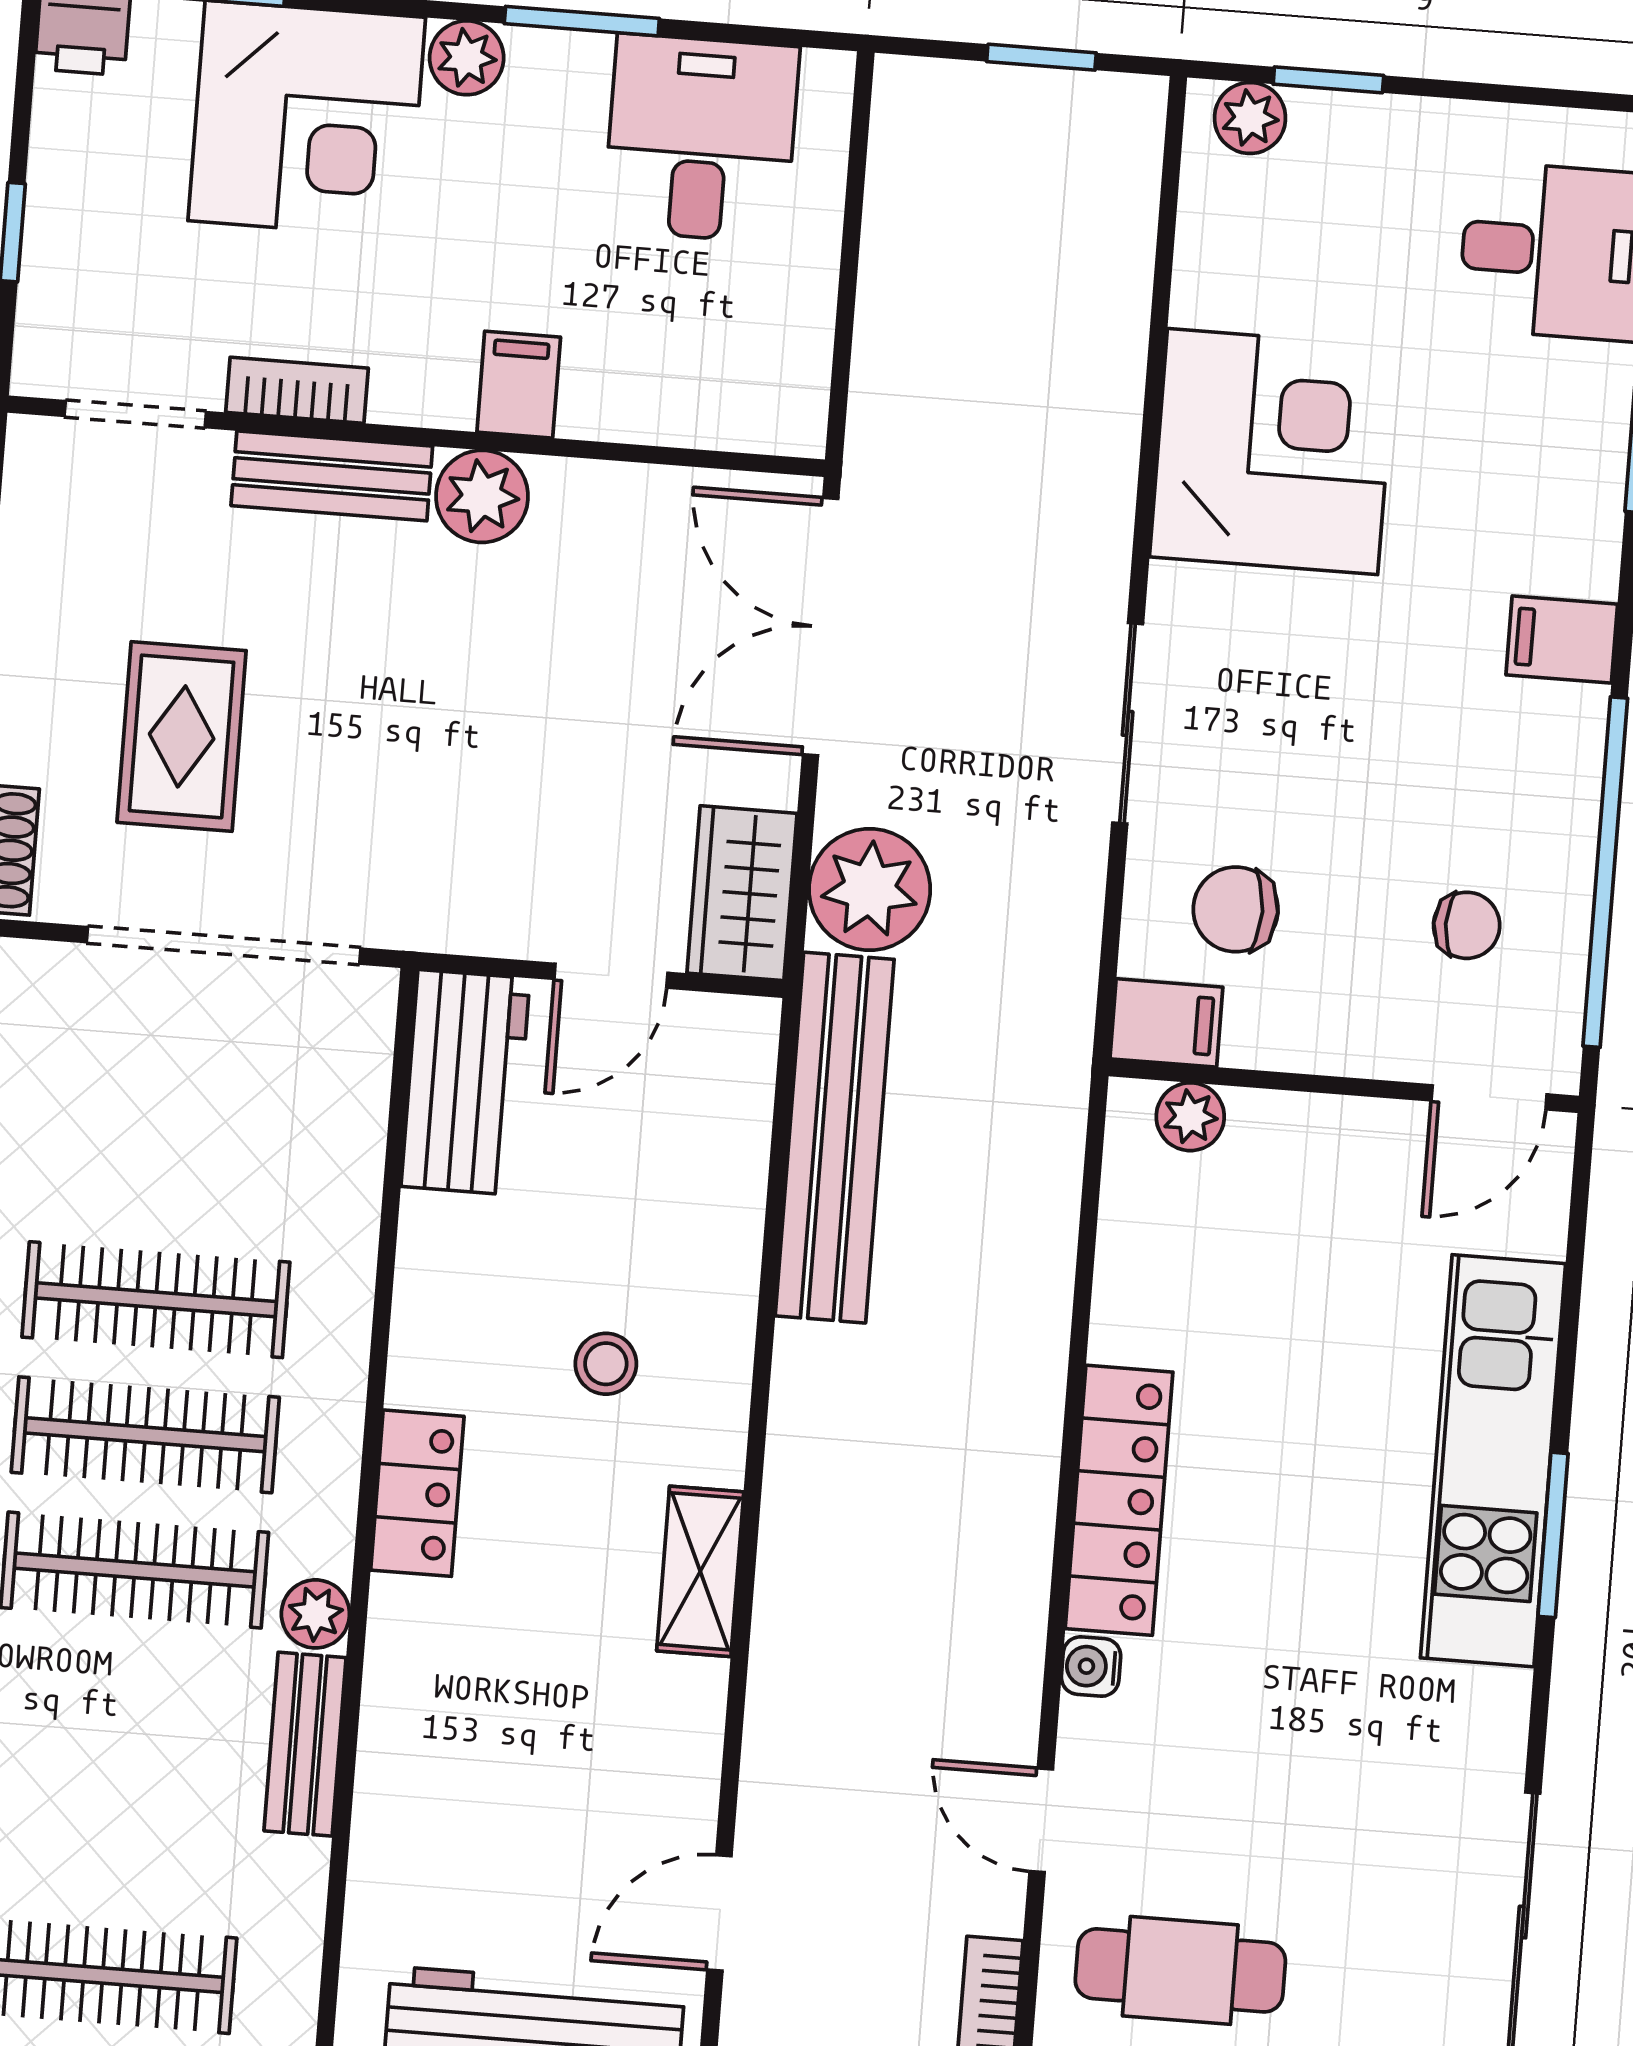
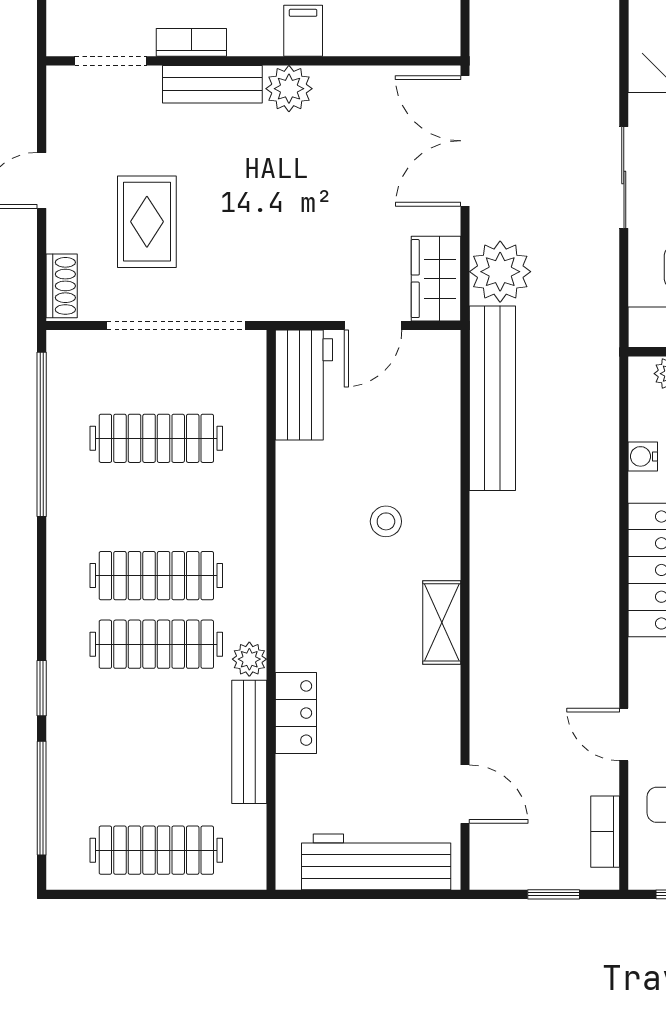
clothes rail: (156, 1300) -> (156, 438), moved
locker: (417, 1493) -> (296, 713), moved
water cooler: (1091, 1667) -> (643, 456), moved
bench: (305, 1744) -> (249, 742), width x1.36
door: (719, 1913) -> (465, 794), swing flipped

